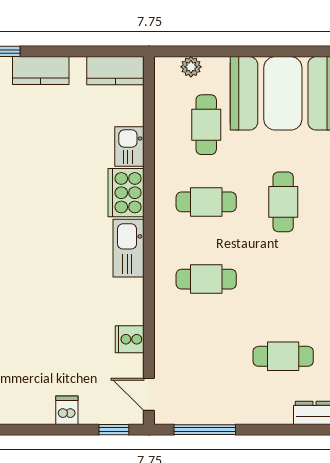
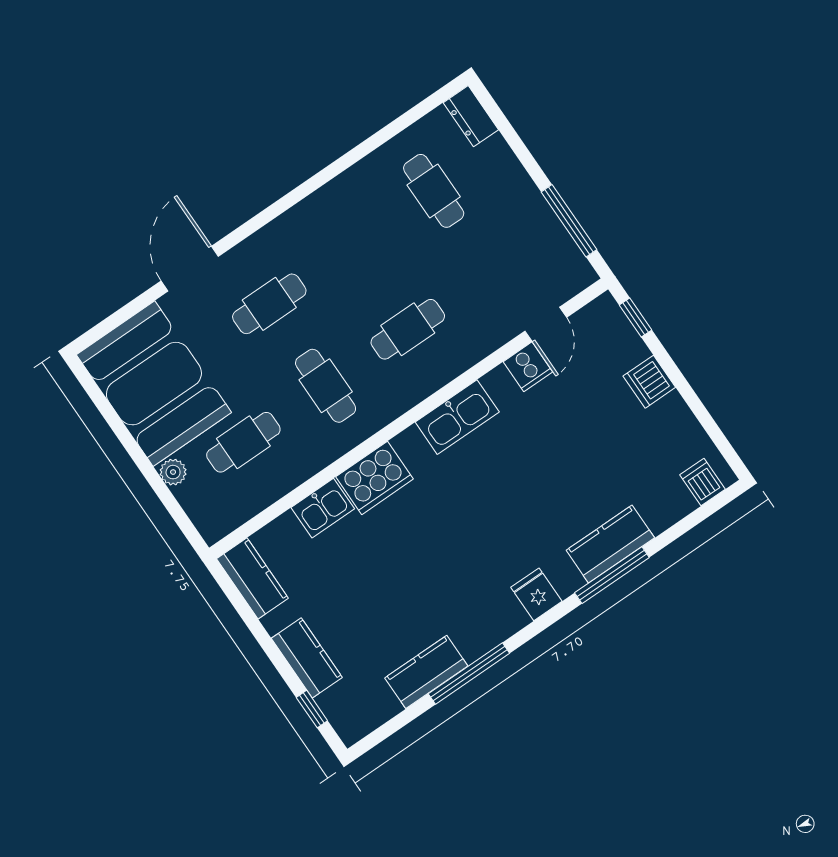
plant: (191, 67) -> (173, 472), moved
kitchen sink: (129, 248) -> (457, 417), moved
cafe table: (206, 279) -> (408, 329), turned 90
door: (149, 394) -> (546, 324), moved
dishwasher: (67, 410) -> (649, 382), width x1.38

